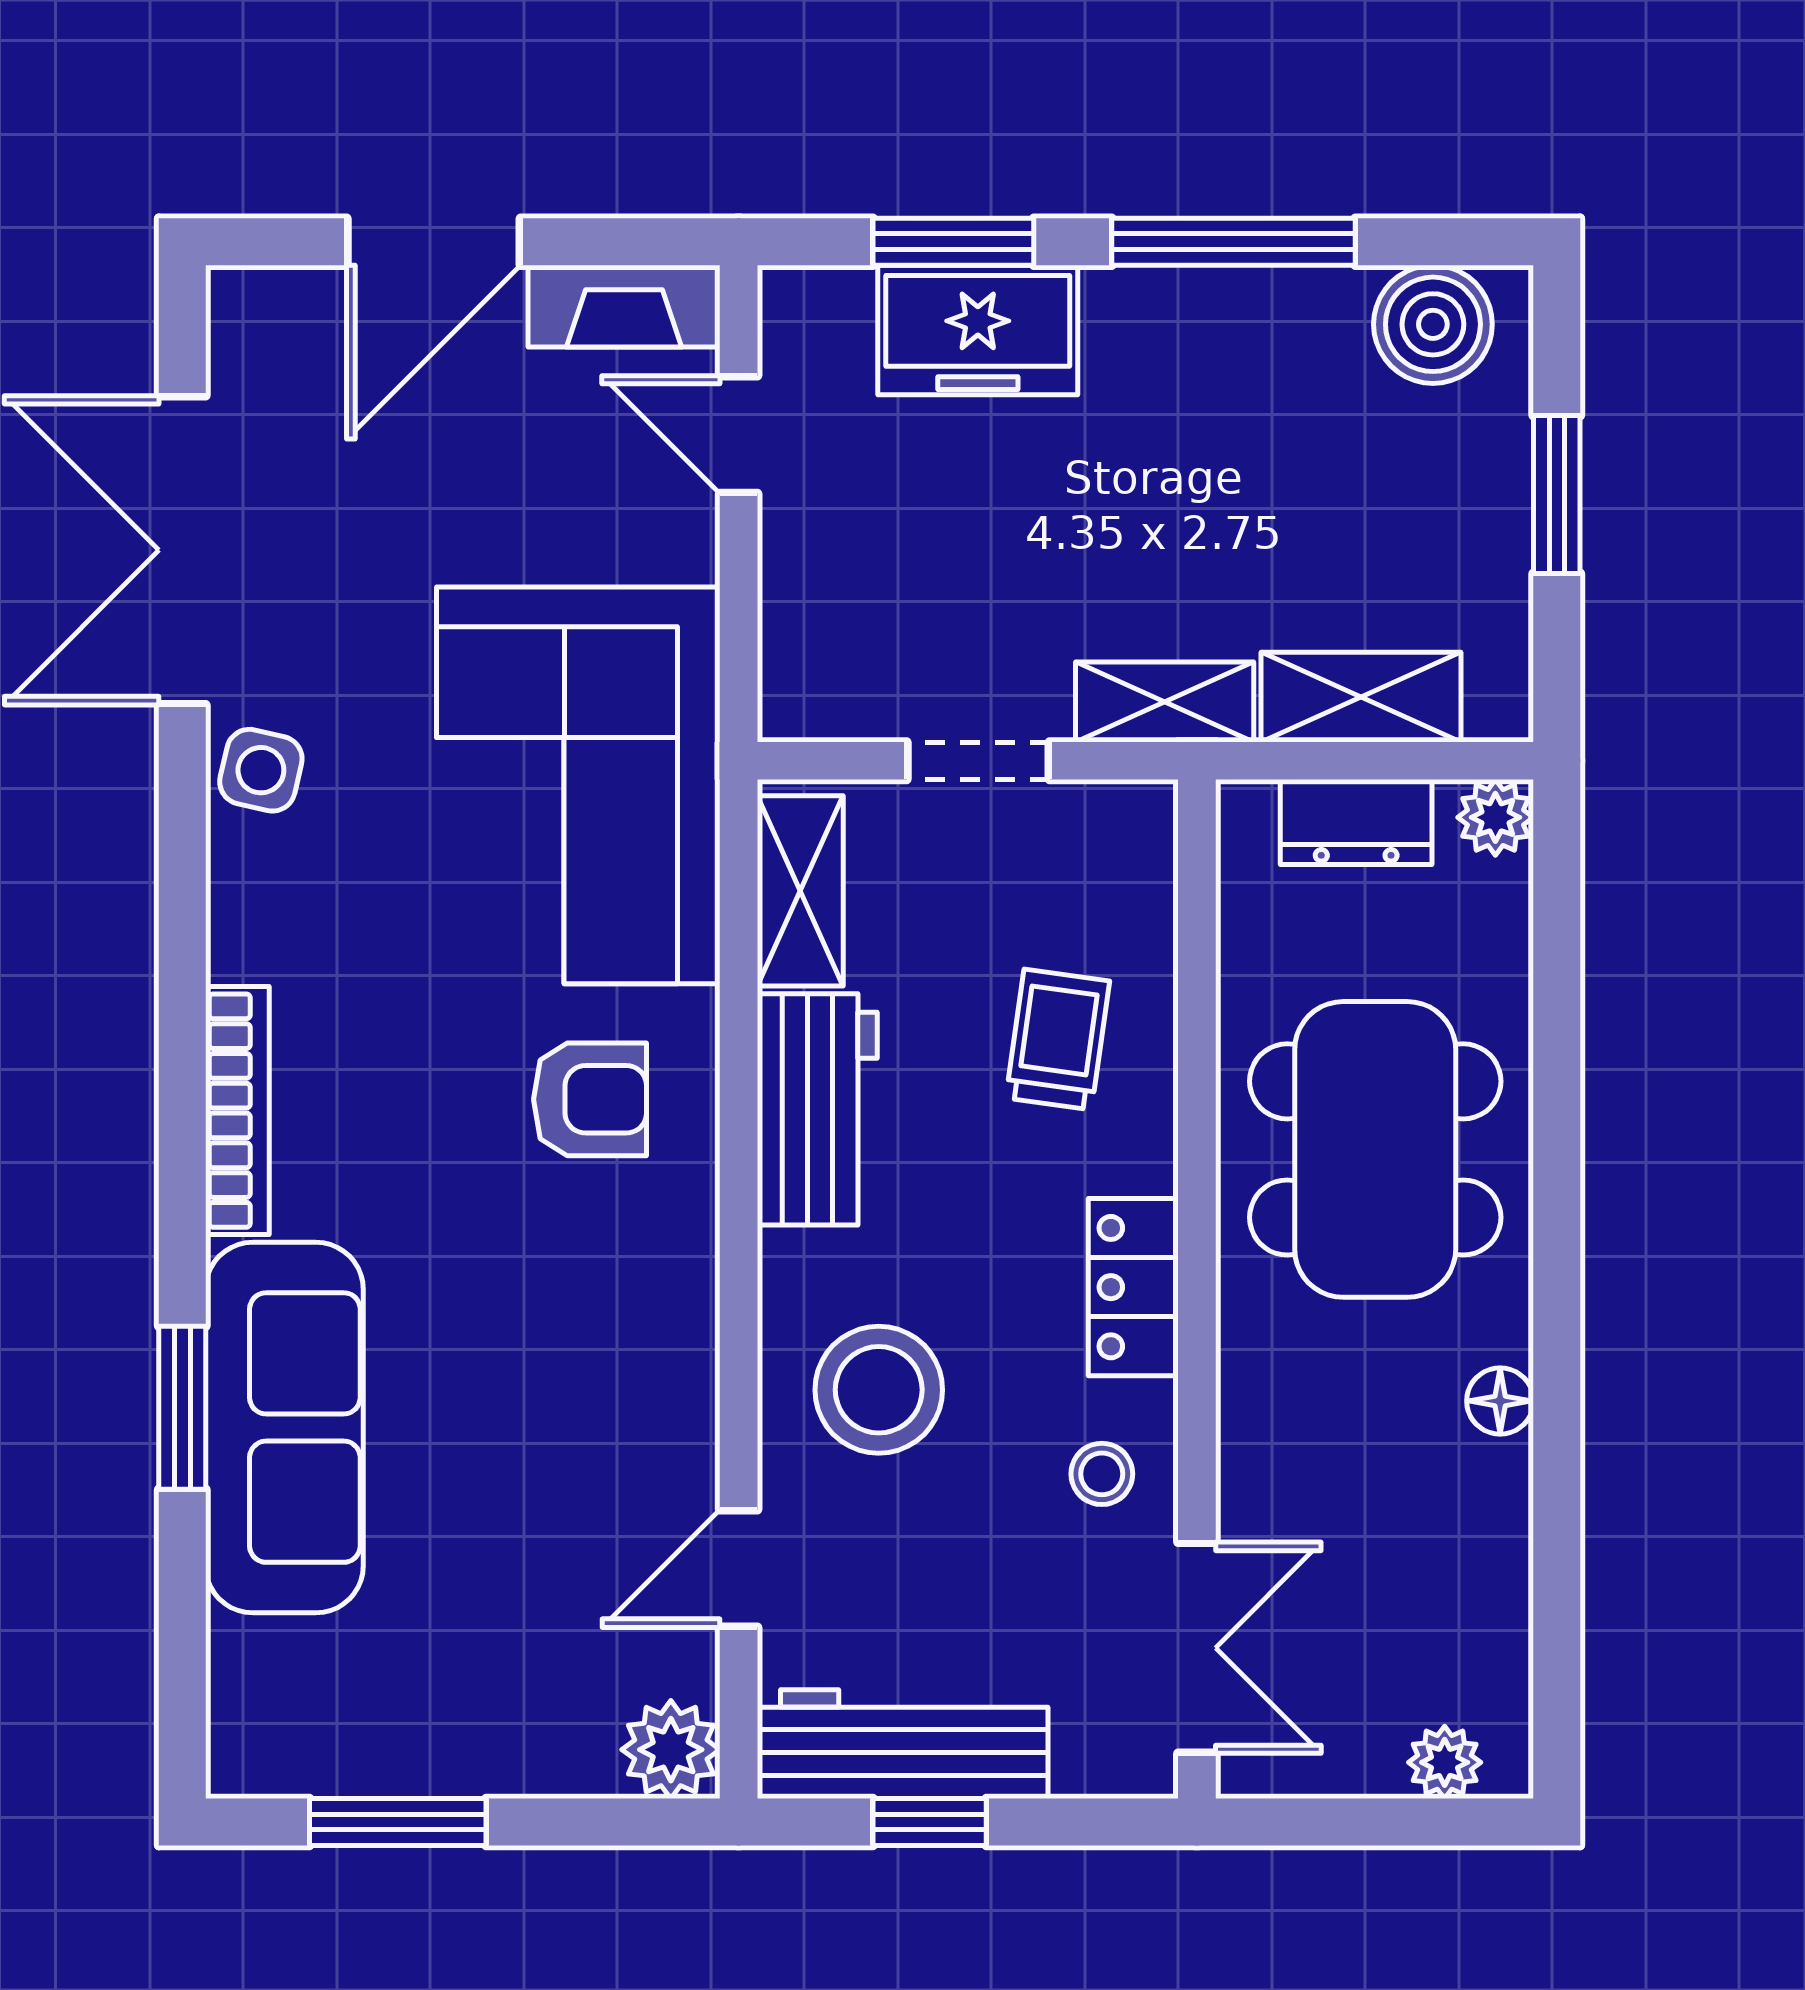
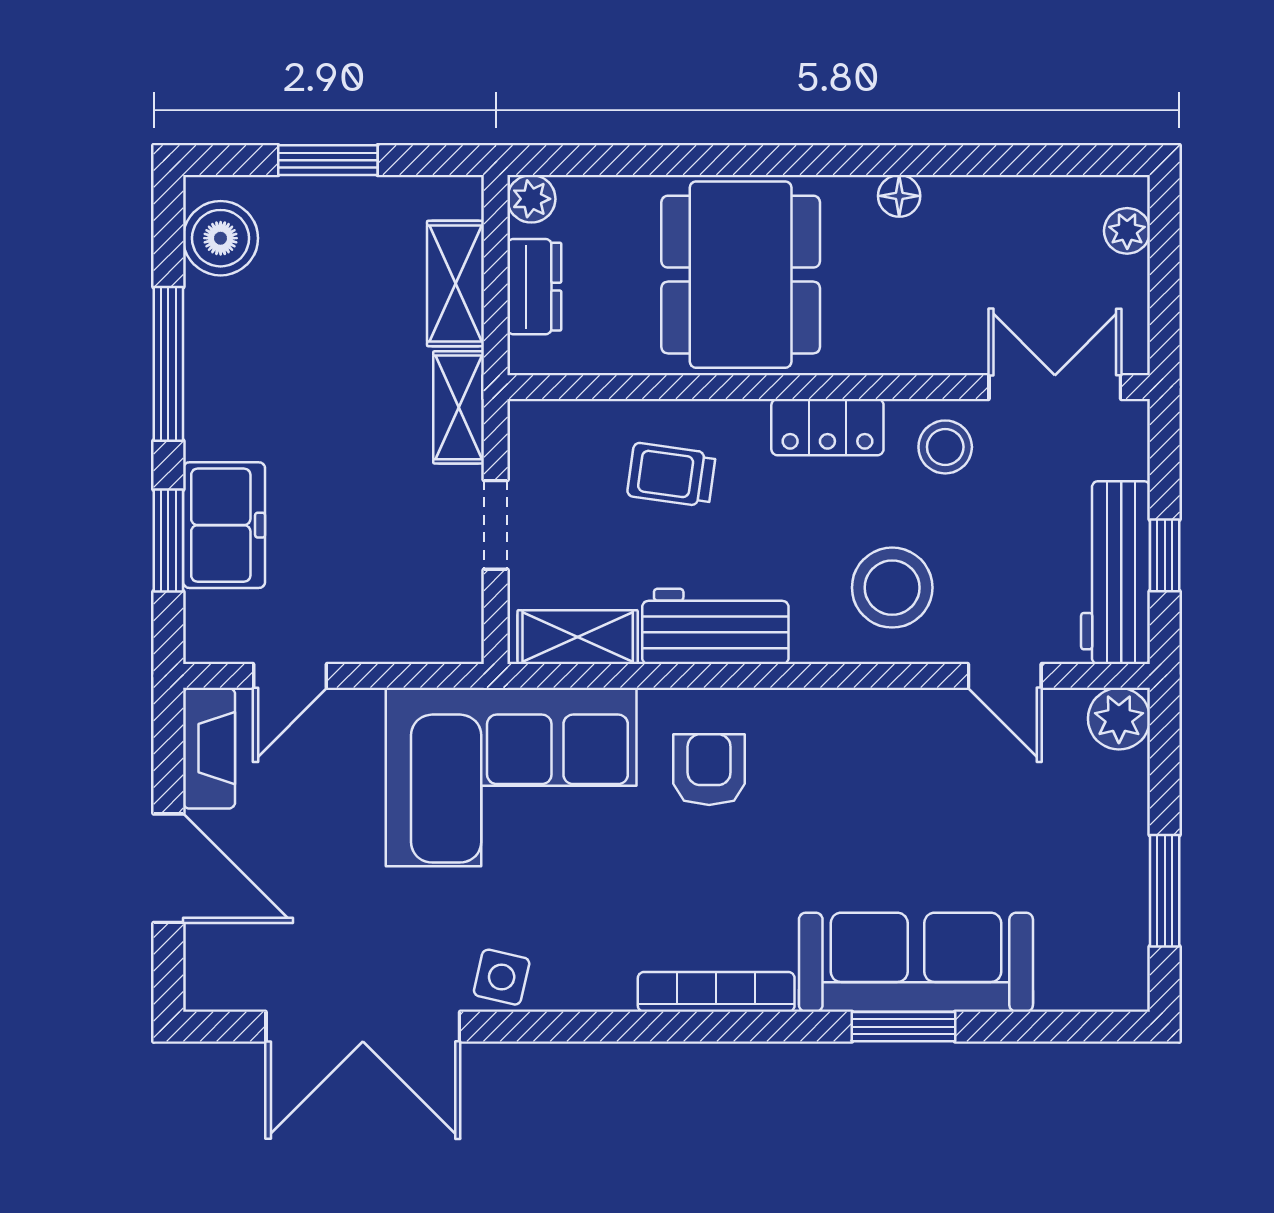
dining table: (1375, 1149) -> (741, 275), turned 90
stool: (1102, 1474) -> (945, 447), width x1.37, depth x1.37

